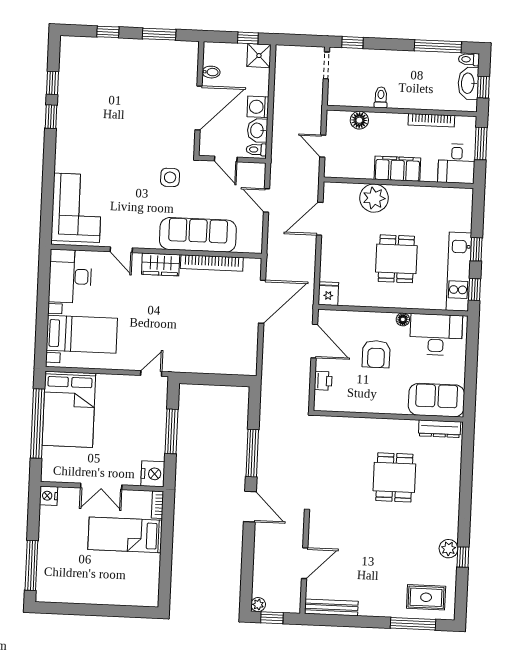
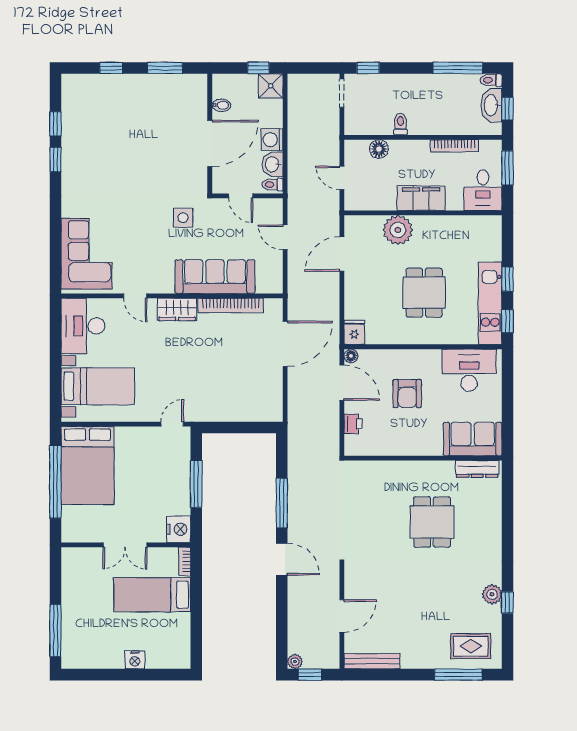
floor lamp: (403, 319) -> (351, 356), moved
nightstand: (49, 496) -> (135, 660), moved, turned -90

